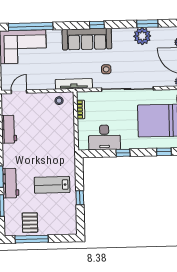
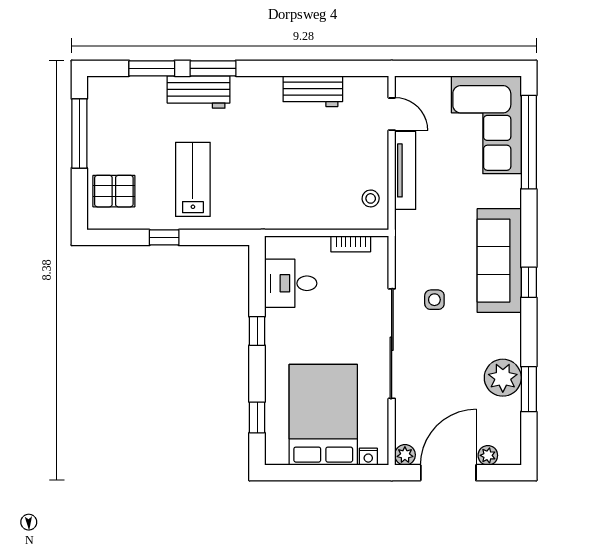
tv unit: (74, 84) -> (405, 170), moved
desk: (104, 137) -> (291, 283), width x0.73
pallet: (30, 223) -> (114, 191), moved

